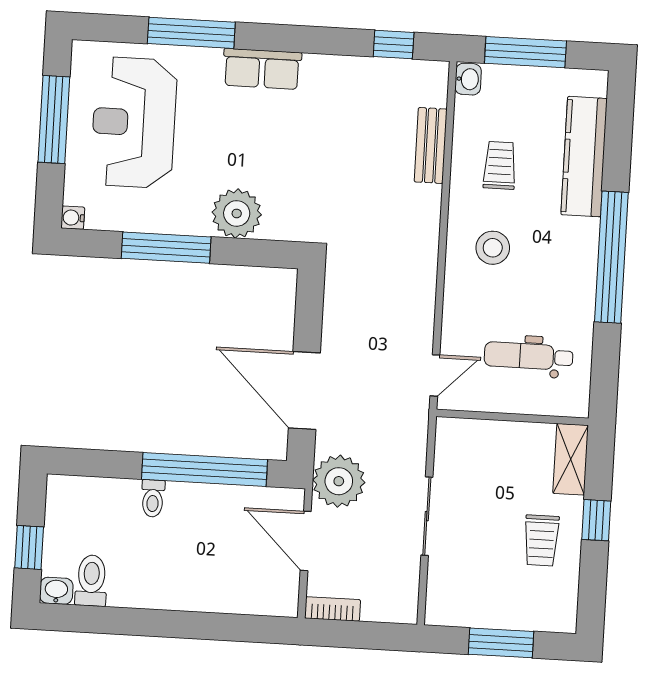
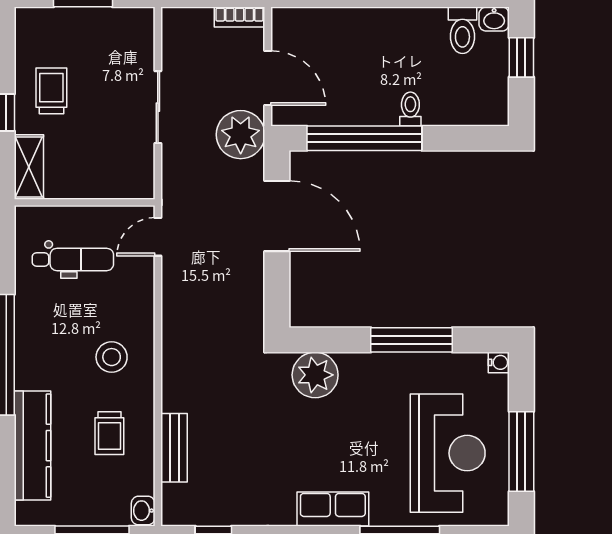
plant: (237, 213) -> (315, 375), moved

